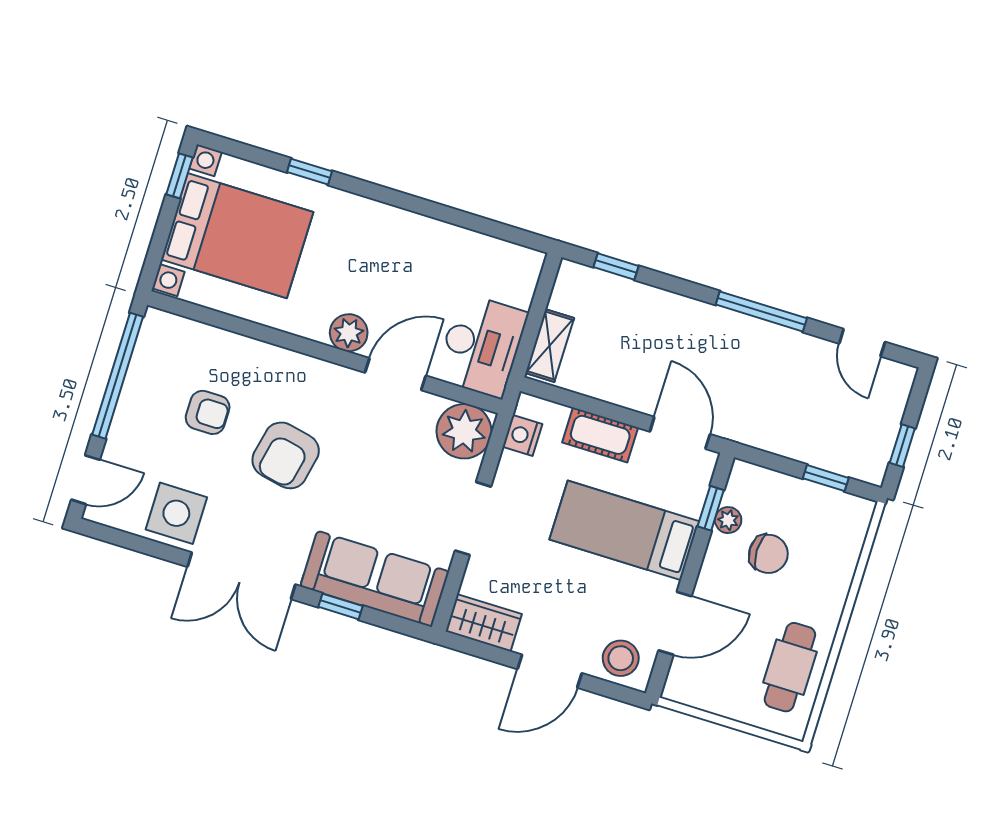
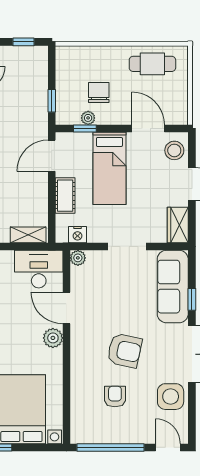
plant: (464, 431) -> (78, 258), width x0.53, depth x0.53
window: (826, 478) -> (52, 101), moved

